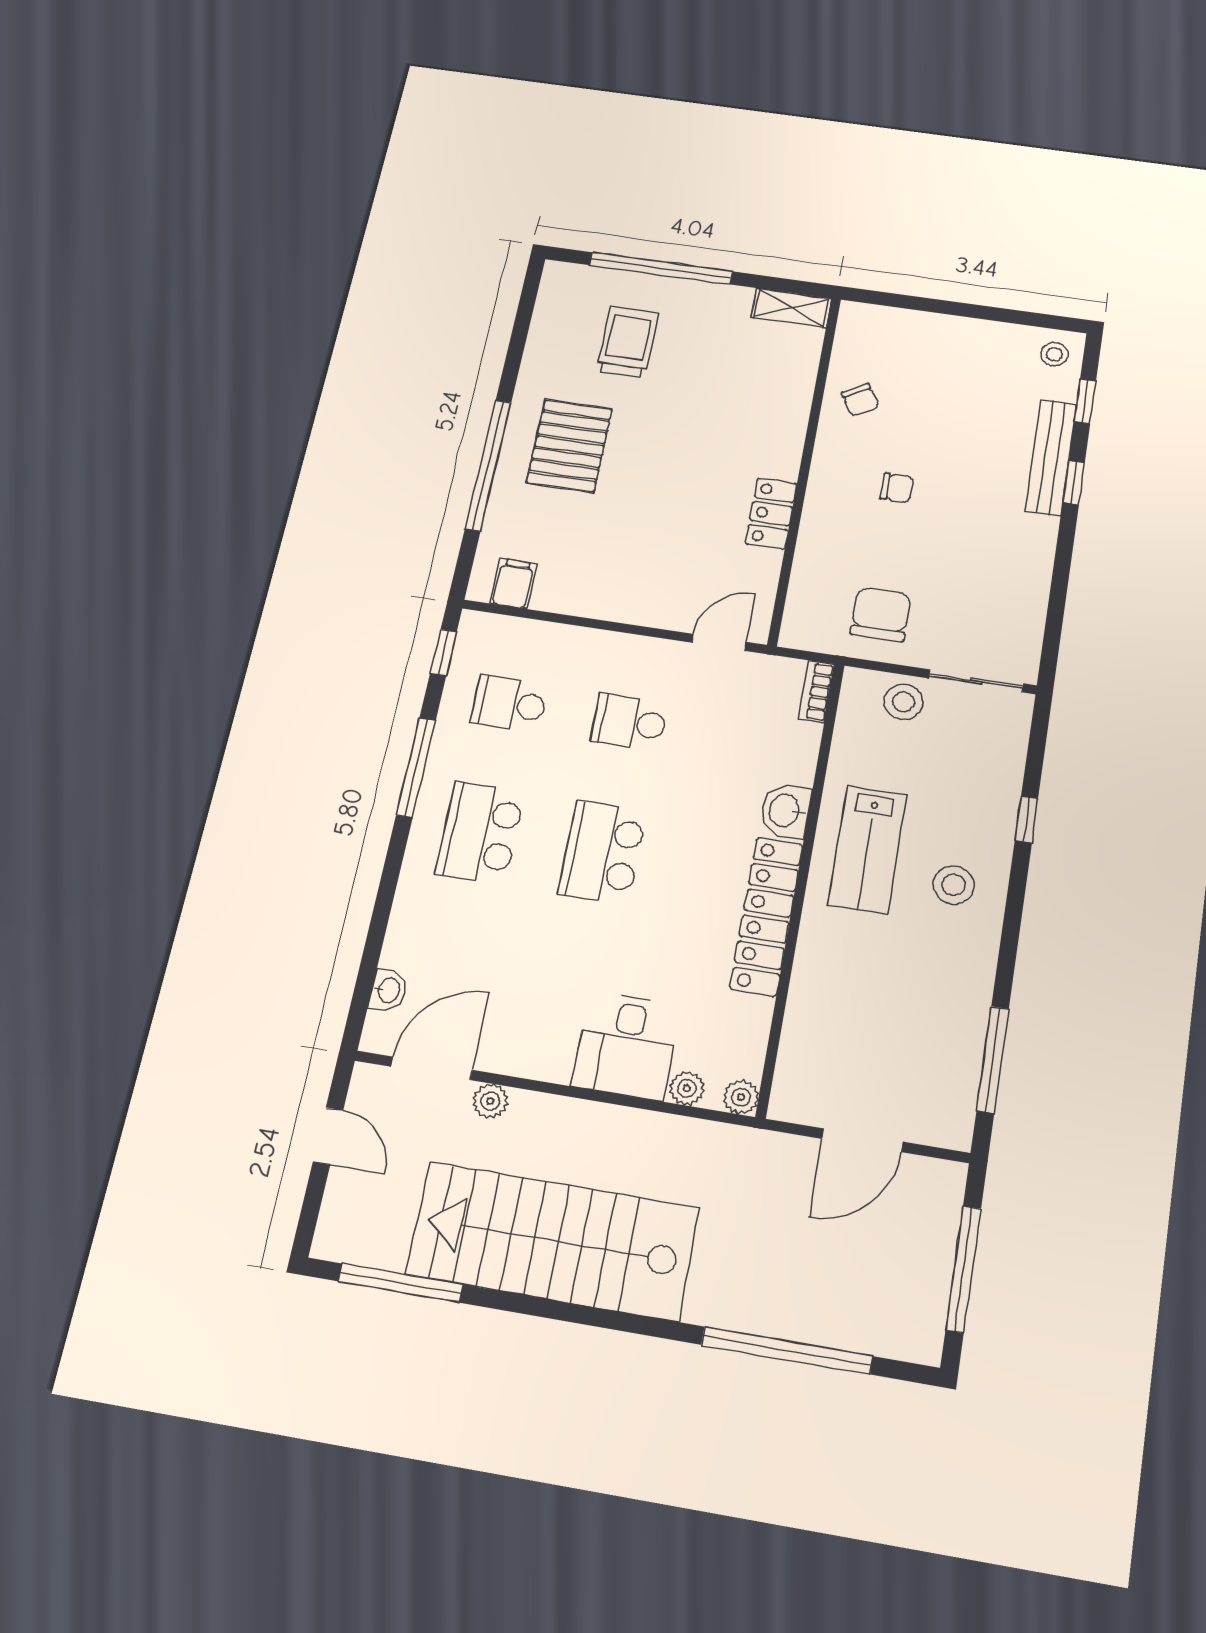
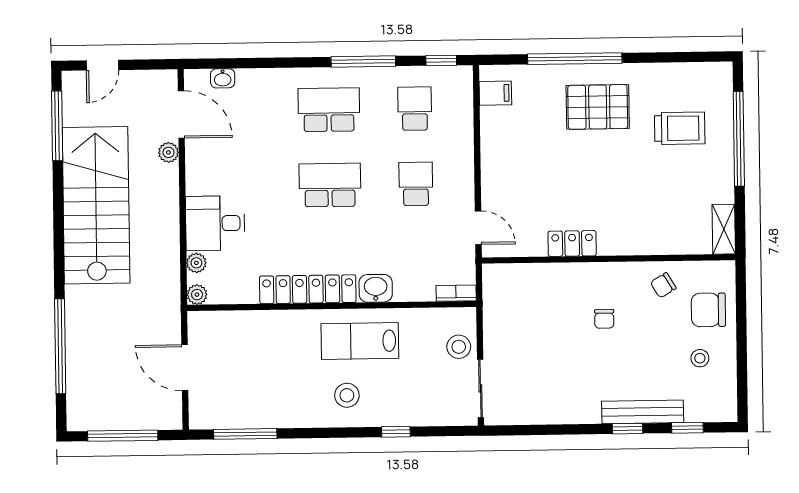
stool: (1055, 354) -> (700, 358), moved
chair: (881, 614) -> (708, 310), moved, turned 180
door: (328, 1136) -> (102, 65), moved

